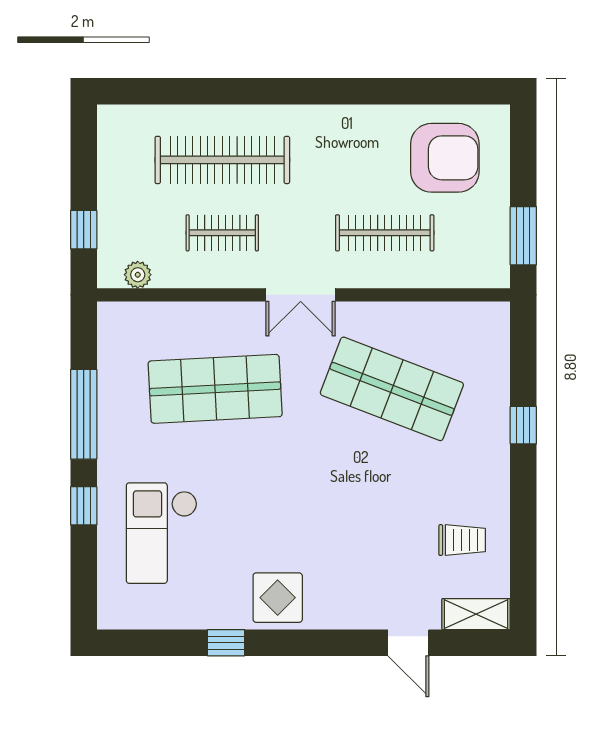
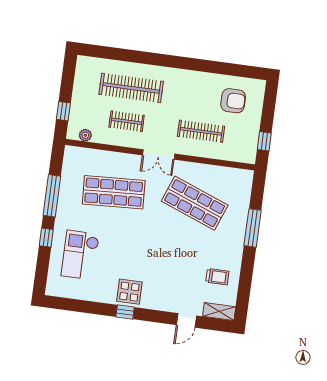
armchair: (445, 158) -> (233, 101), width x0.73, depth x0.73
window: (523, 236) -> (264, 141), width x0.67
window: (523, 425) -> (253, 228), width x2.17
window: (226, 643) -> (125, 312), moved
door: (408, 643) -> (186, 320), hinge flipped

